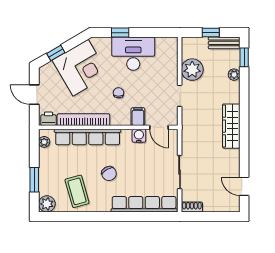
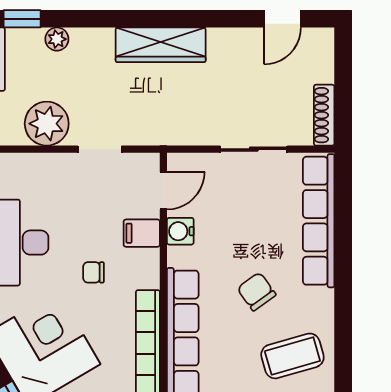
chair: (109, 174) -> (256, 292), turned -95
shoe rack: (192, 207) -> (324, 115), width x1.43

